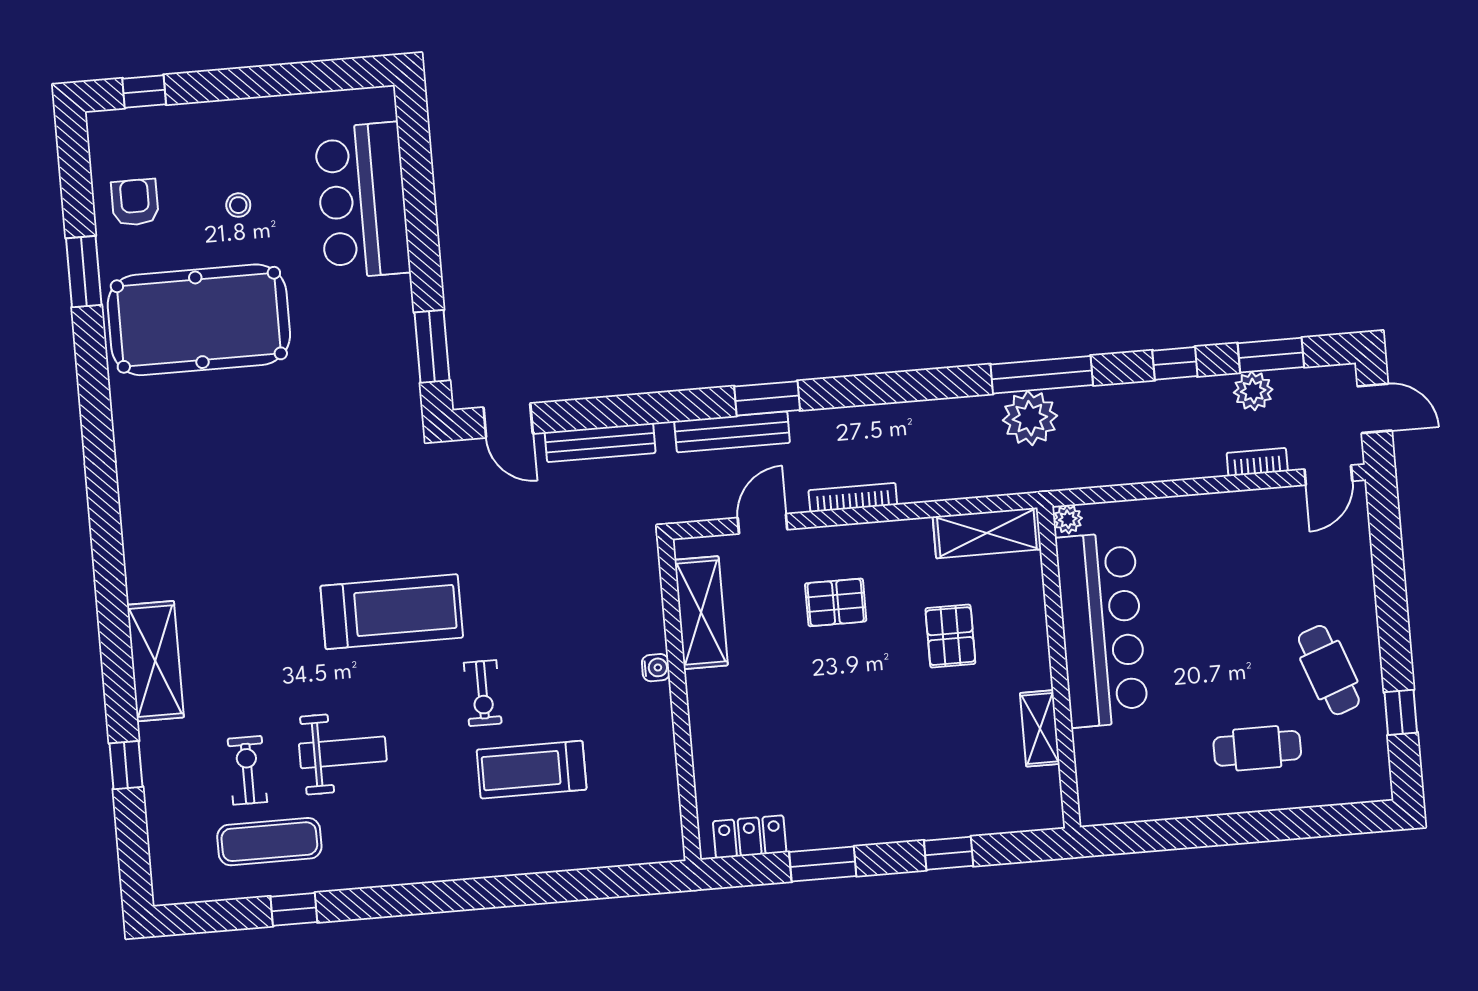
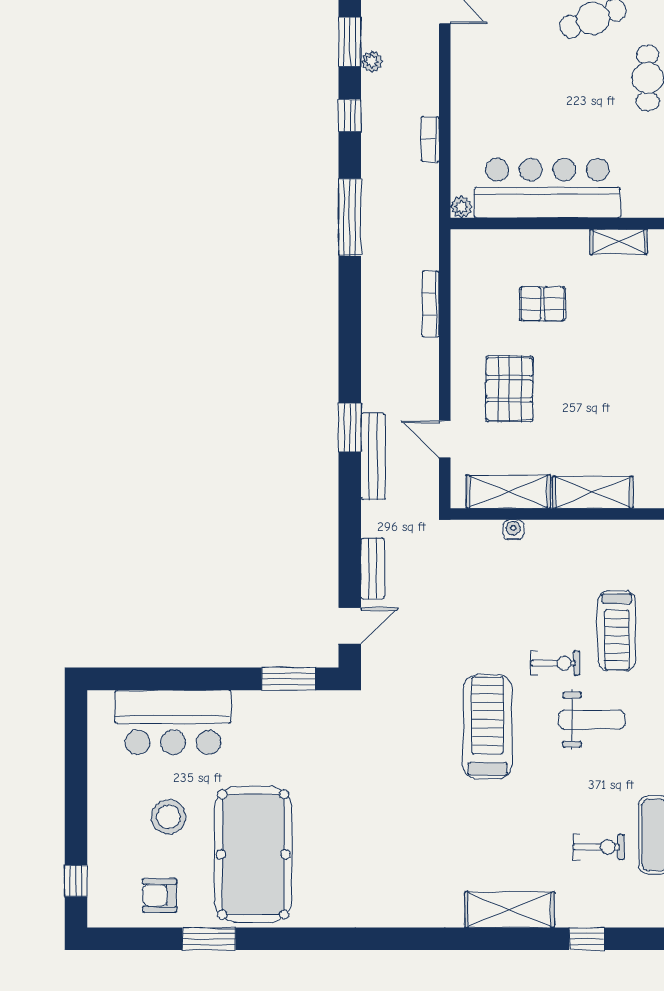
stool: (238, 205) -> (168, 817), width x1.89, depth x1.89
plant: (1253, 391) -> (372, 62), width x0.73, depth x0.73
plant: (1030, 418) -> (382, 229), removed
bench: (600, 443) -> (373, 568), width x0.73
bookcase: (1257, 462) -> (430, 139), moved
bookcase: (853, 497) -> (431, 304), moved
shelving: (987, 533) -> (593, 492), moved, turned 90
pallet: (836, 602) -> (509, 389), width x1.50, depth x1.42
water cooler: (656, 668) -> (513, 530), moved
weight bench: (343, 752) -> (592, 720), moved, turned 90
exercise bike: (247, 770) -> (599, 847), turned 180

